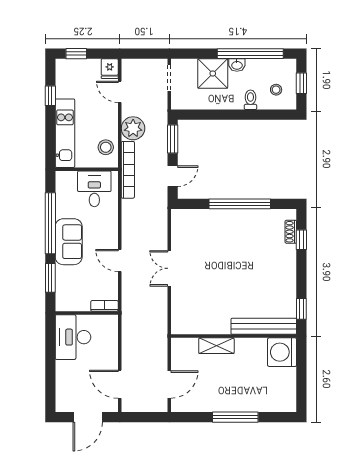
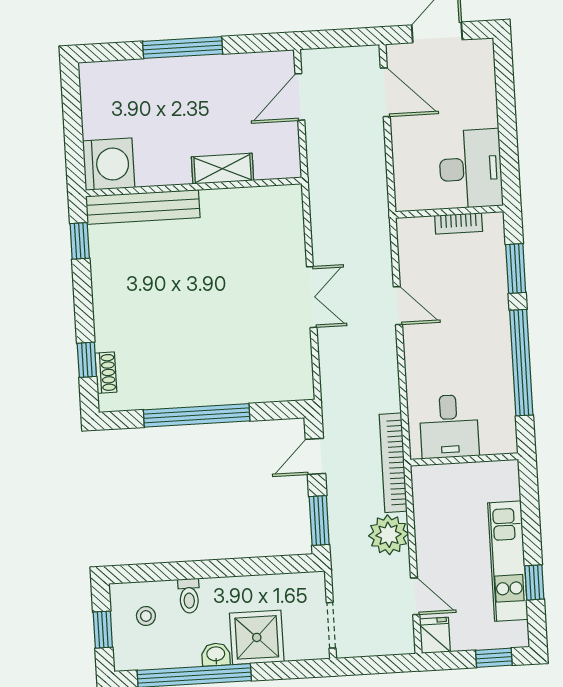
kitchen unit: (65, 133) -> (508, 561), moved
stool: (106, 147) -> (434, 499), removed
sofa: (69, 242) -> (488, 333), removed
bookcase: (104, 306) -> (459, 223), moved

